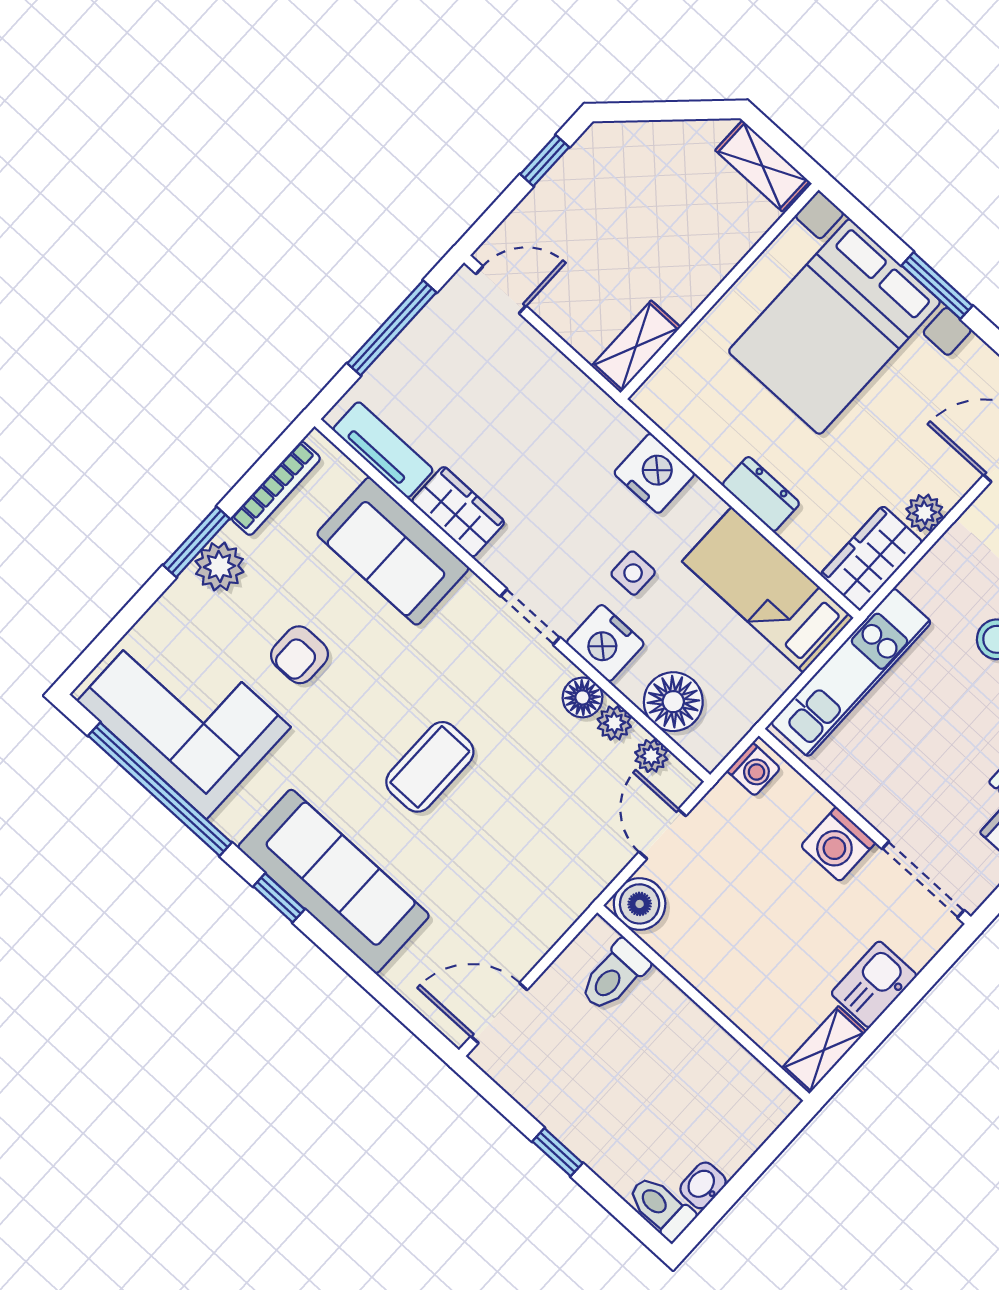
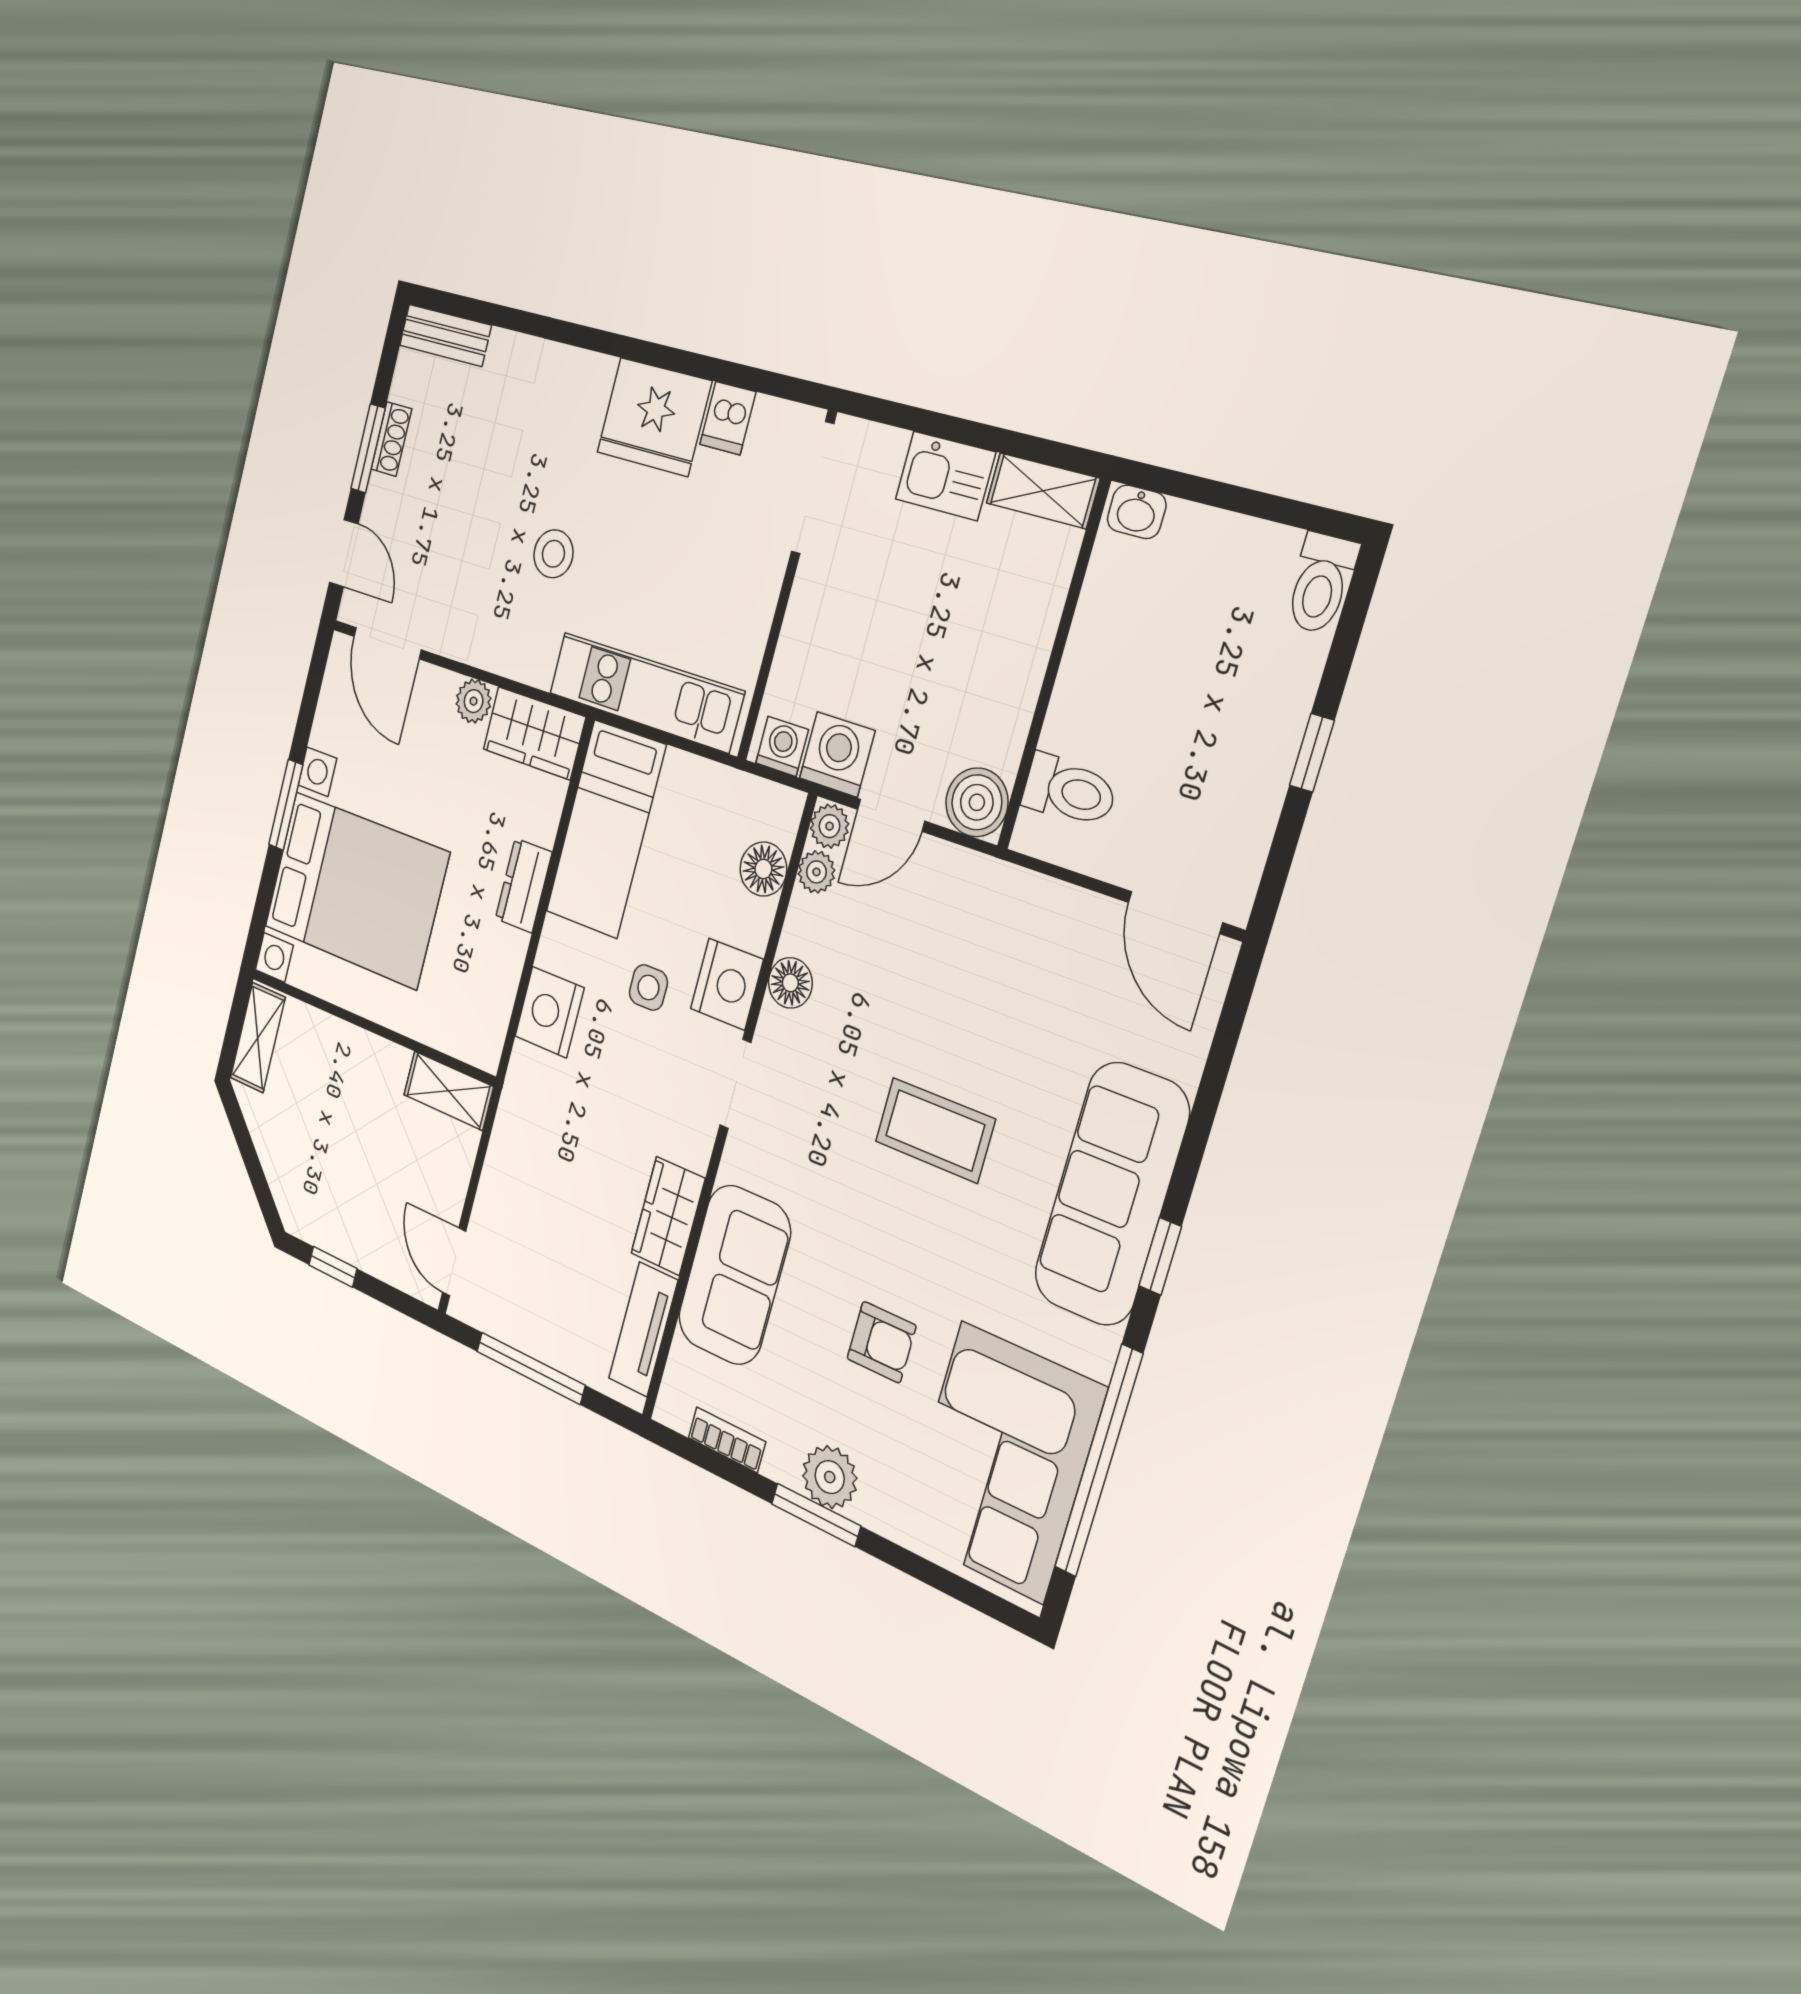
bookcase: (276, 488) -> (727, 1440), width x0.64
floor lamp: (673, 702) -> (763, 869), width x0.73, depth x0.73
plant: (614, 723) -> (829, 826), moved
washing machine: (838, 844) -> (837, 754), moved, turned -90
washbasin: (703, 1185) -> (1137, 512), moved

